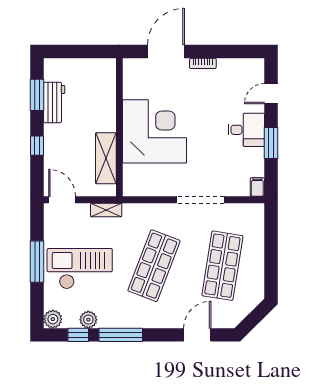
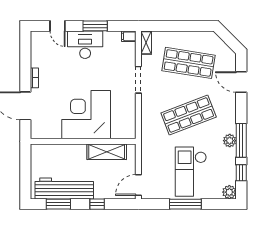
workbench: (54, 102) -> (64, 188), width x1.87, depth x1.32
desk: (246, 130) -> (85, 45), width x1.37
doorway: (200, 200) -> (138, 80), width x0.73
shelving: (106, 210) -> (146, 43), moved
shop shelf: (154, 266) -> (189, 115), turned -42
plant: (88, 320) -> (230, 141), moved

